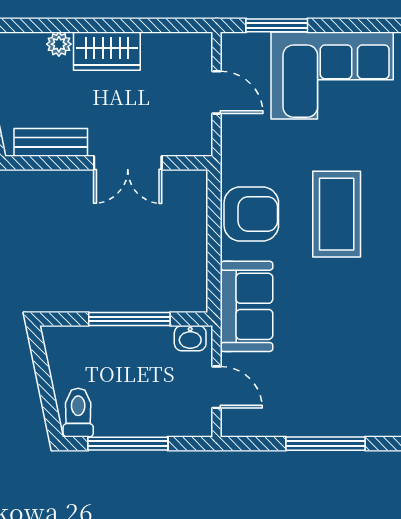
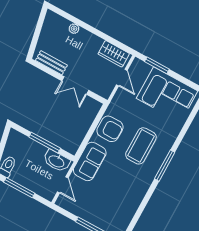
wardrobe: (107, 51) -> (114, 54), moved
washbasin: (190, 338) -> (57, 161), width x1.91, depth x1.45

